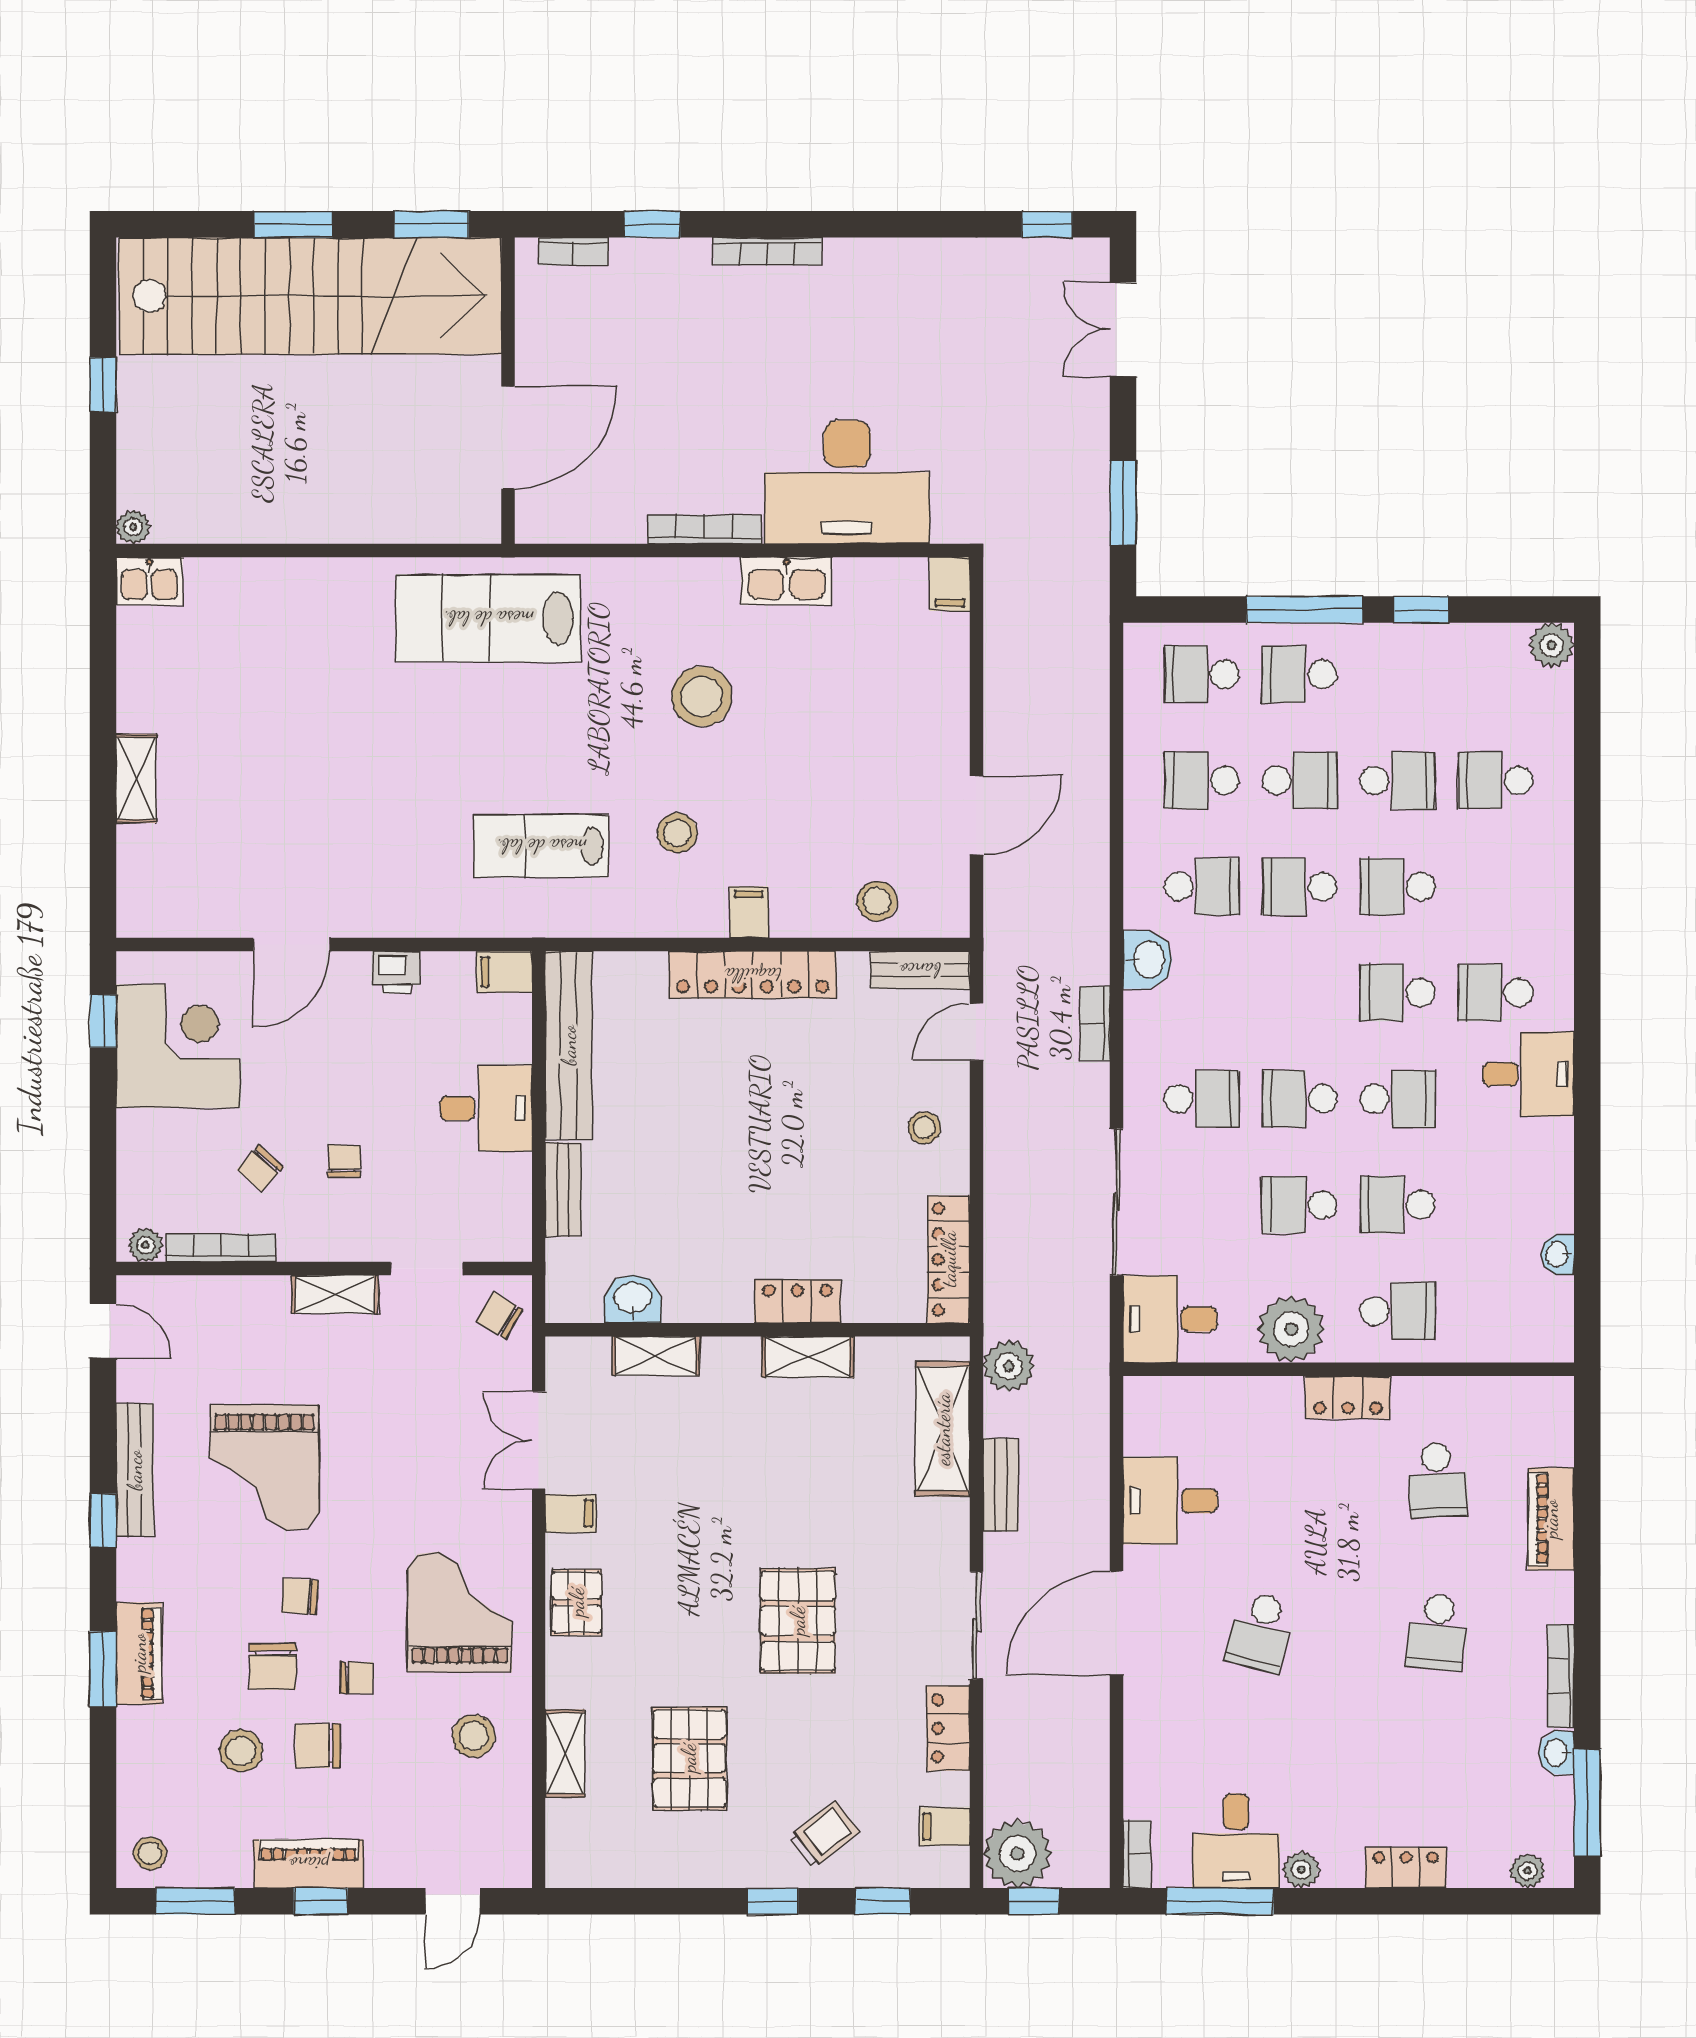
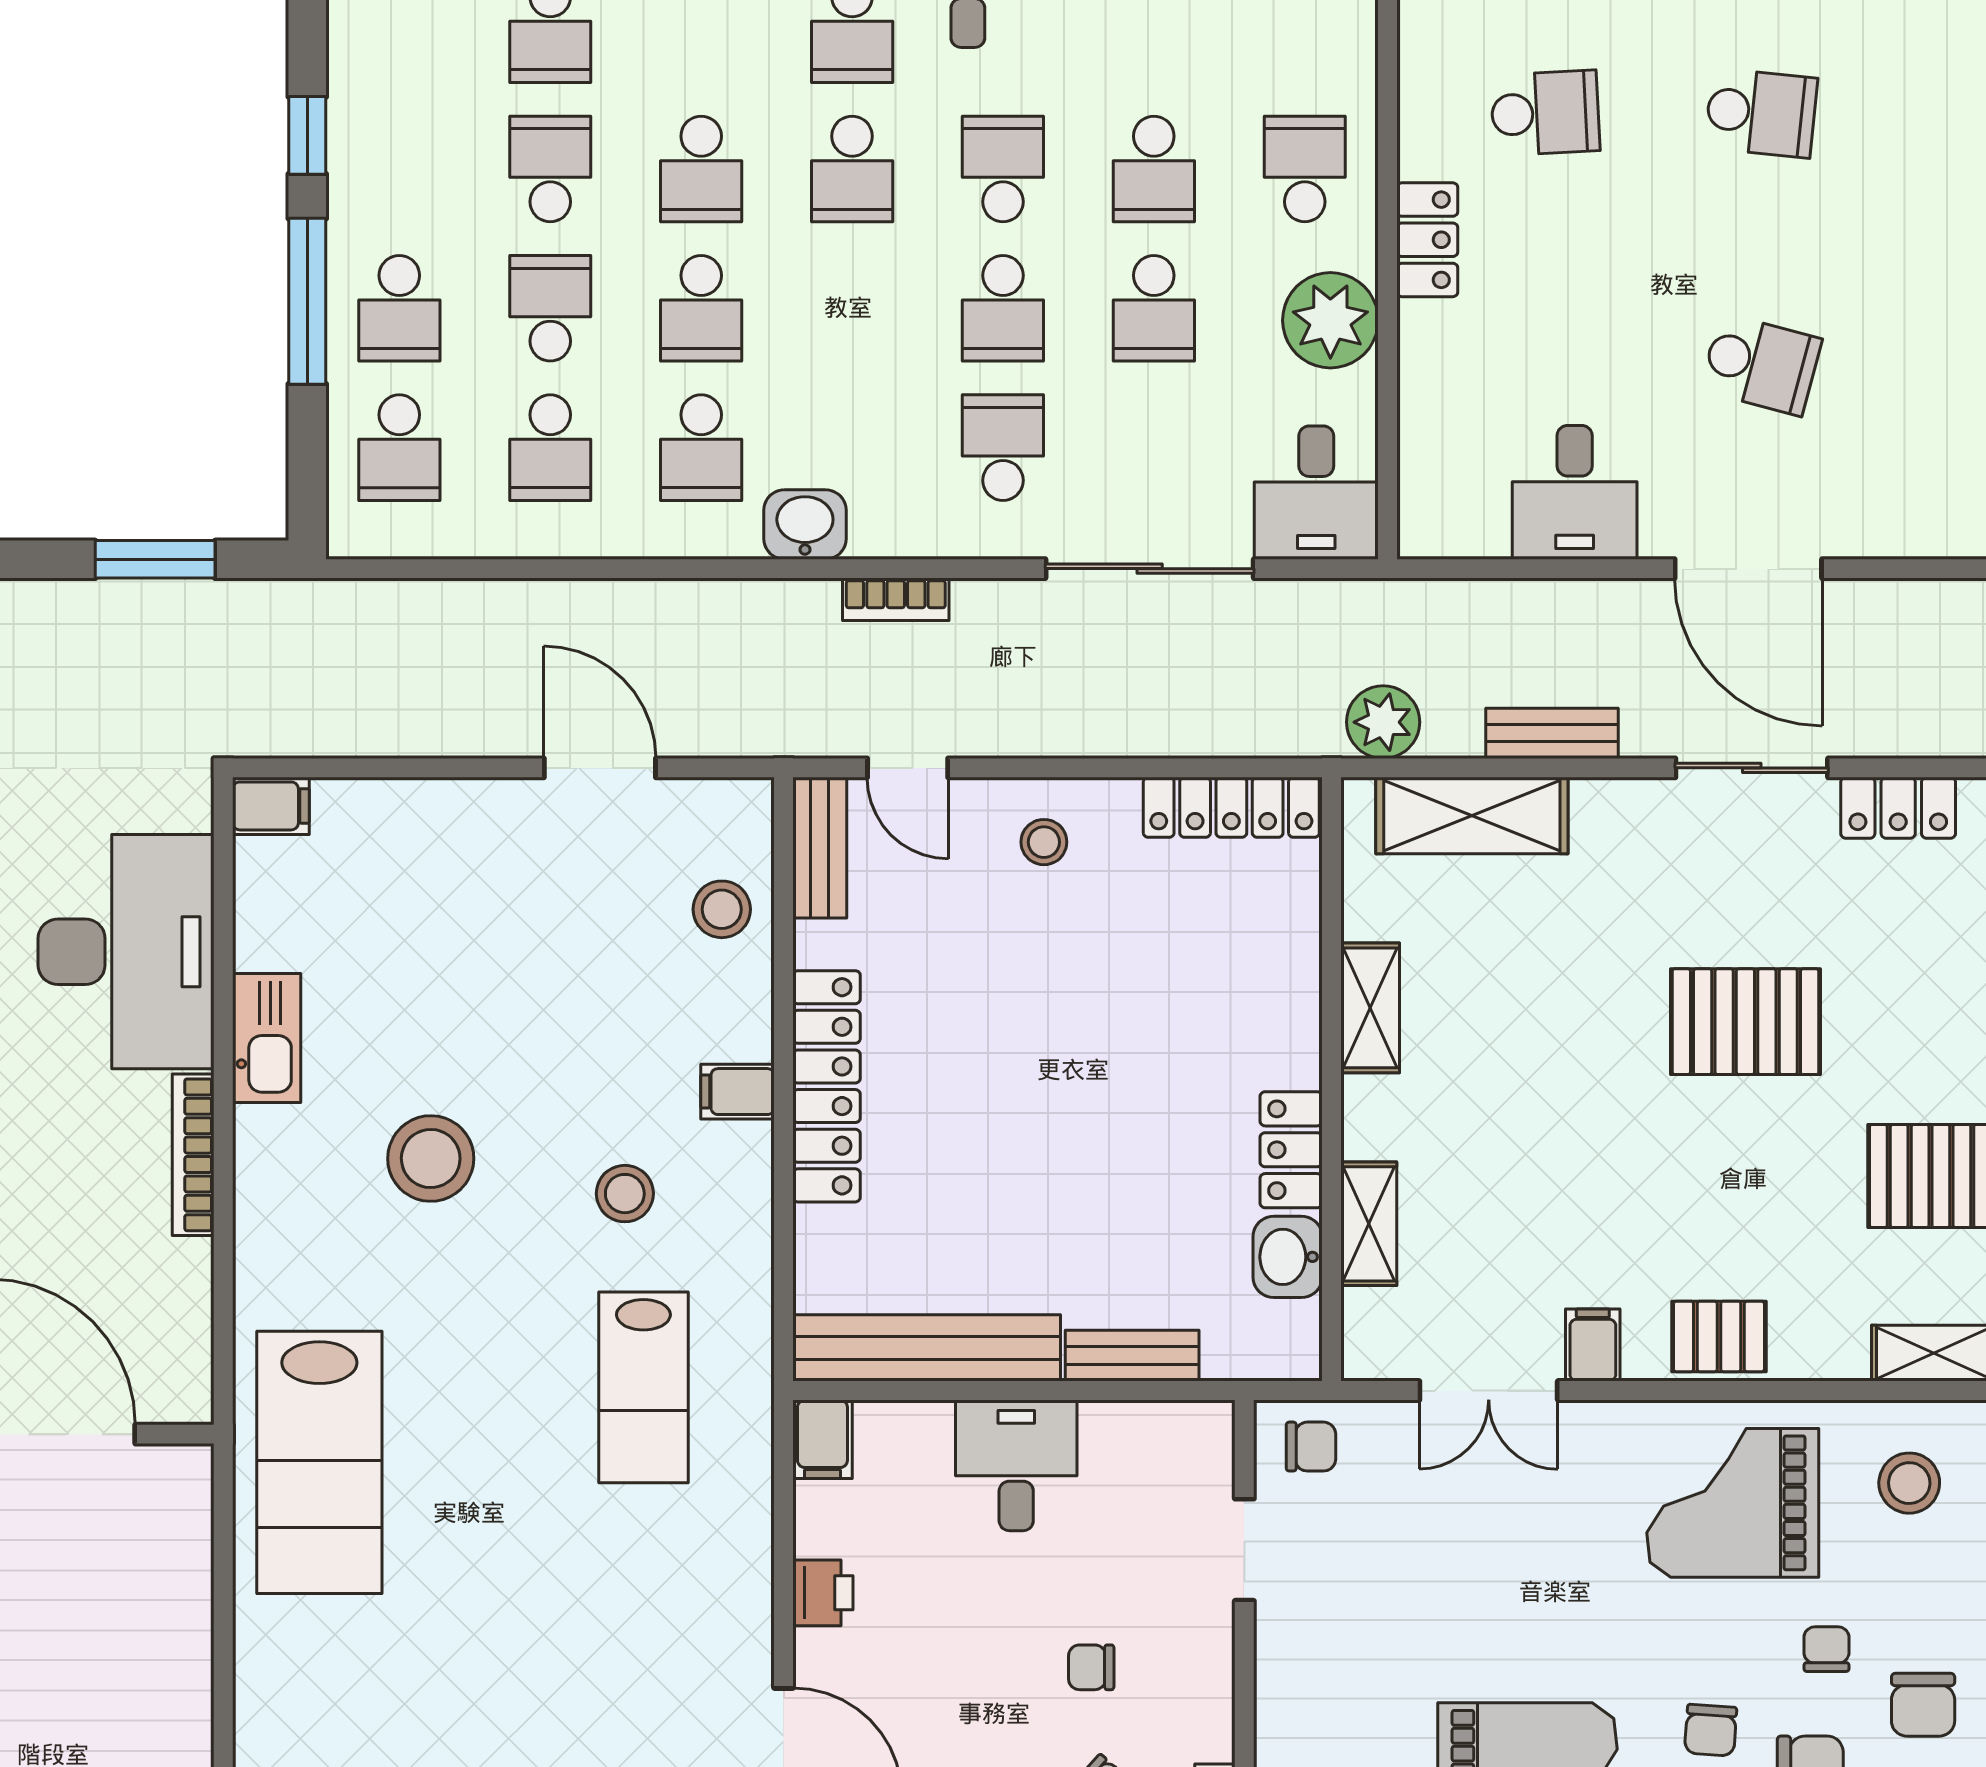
school desk: (1202, 887) -> (701, 448), turned 180
shelving: (335, 1294) -> (1281, 1680), removed
locker: (797, 1301) -> (1291, 1150), moved
chair: (499, 1315) -> (1311, 1447), turned -121

